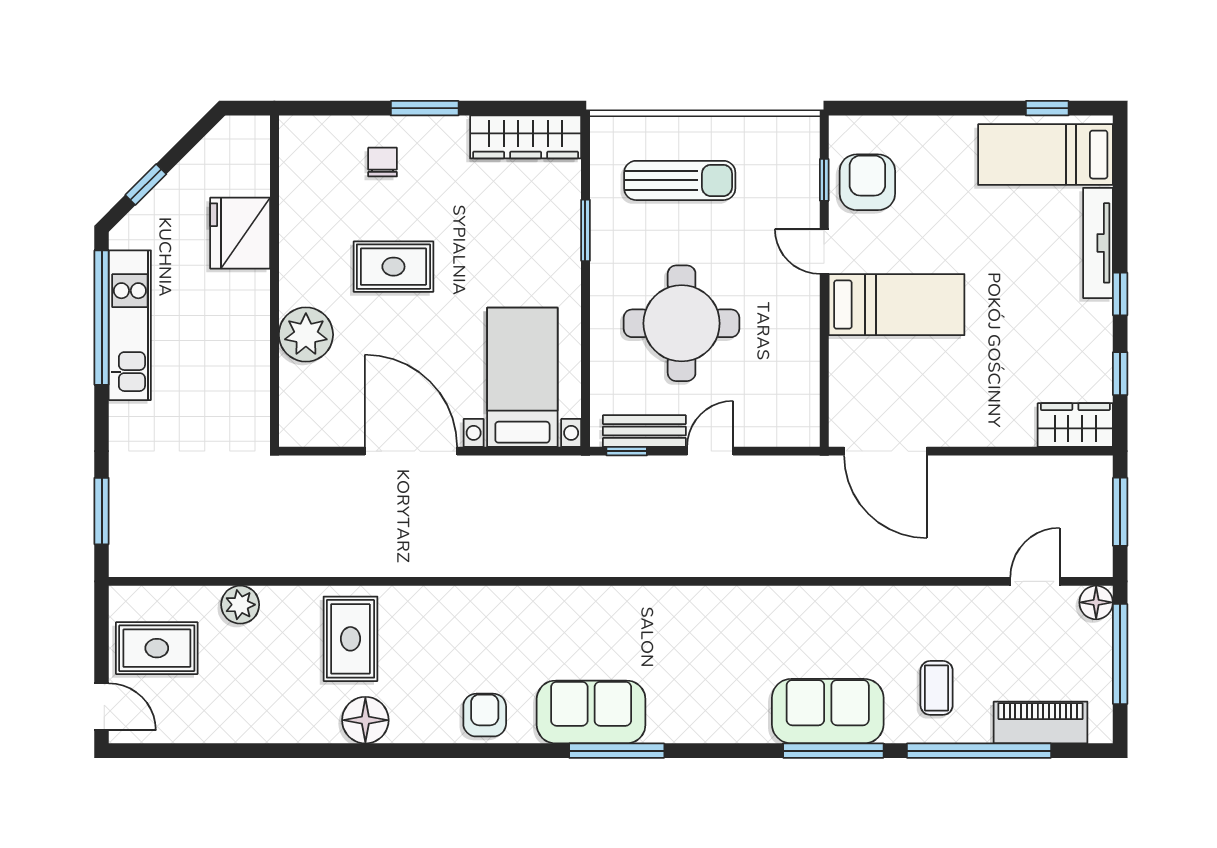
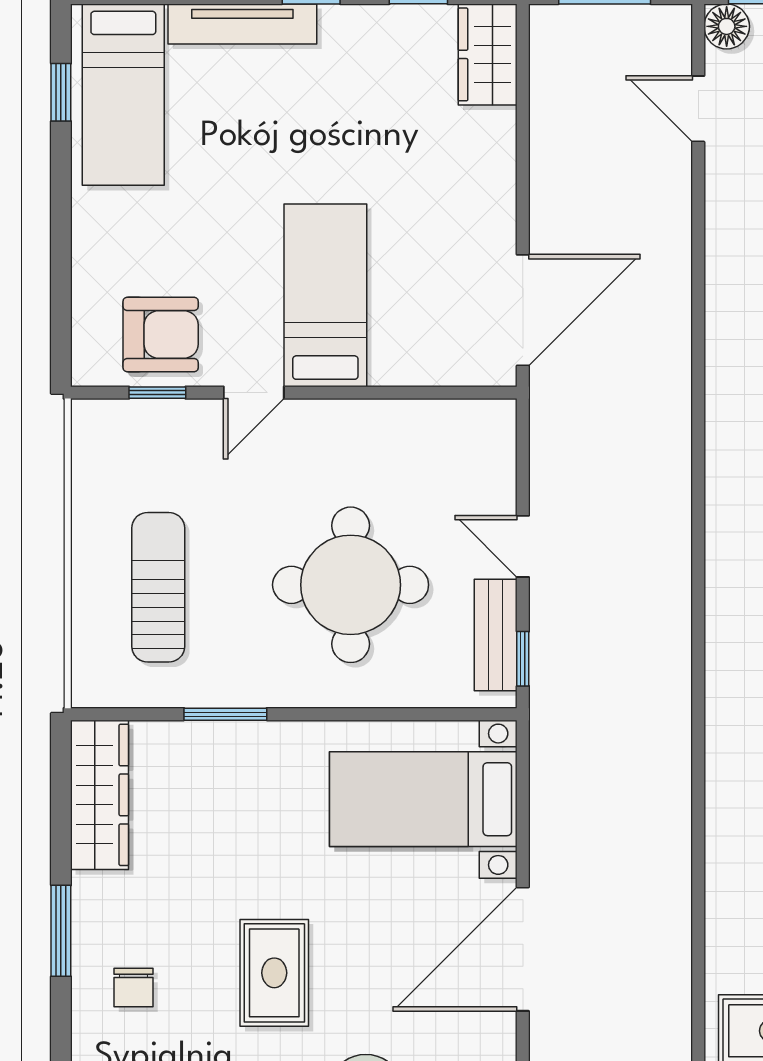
chair: (383, 162) -> (133, 988), turned -90
armchair: (867, 182) -> (161, 335), turned 180

